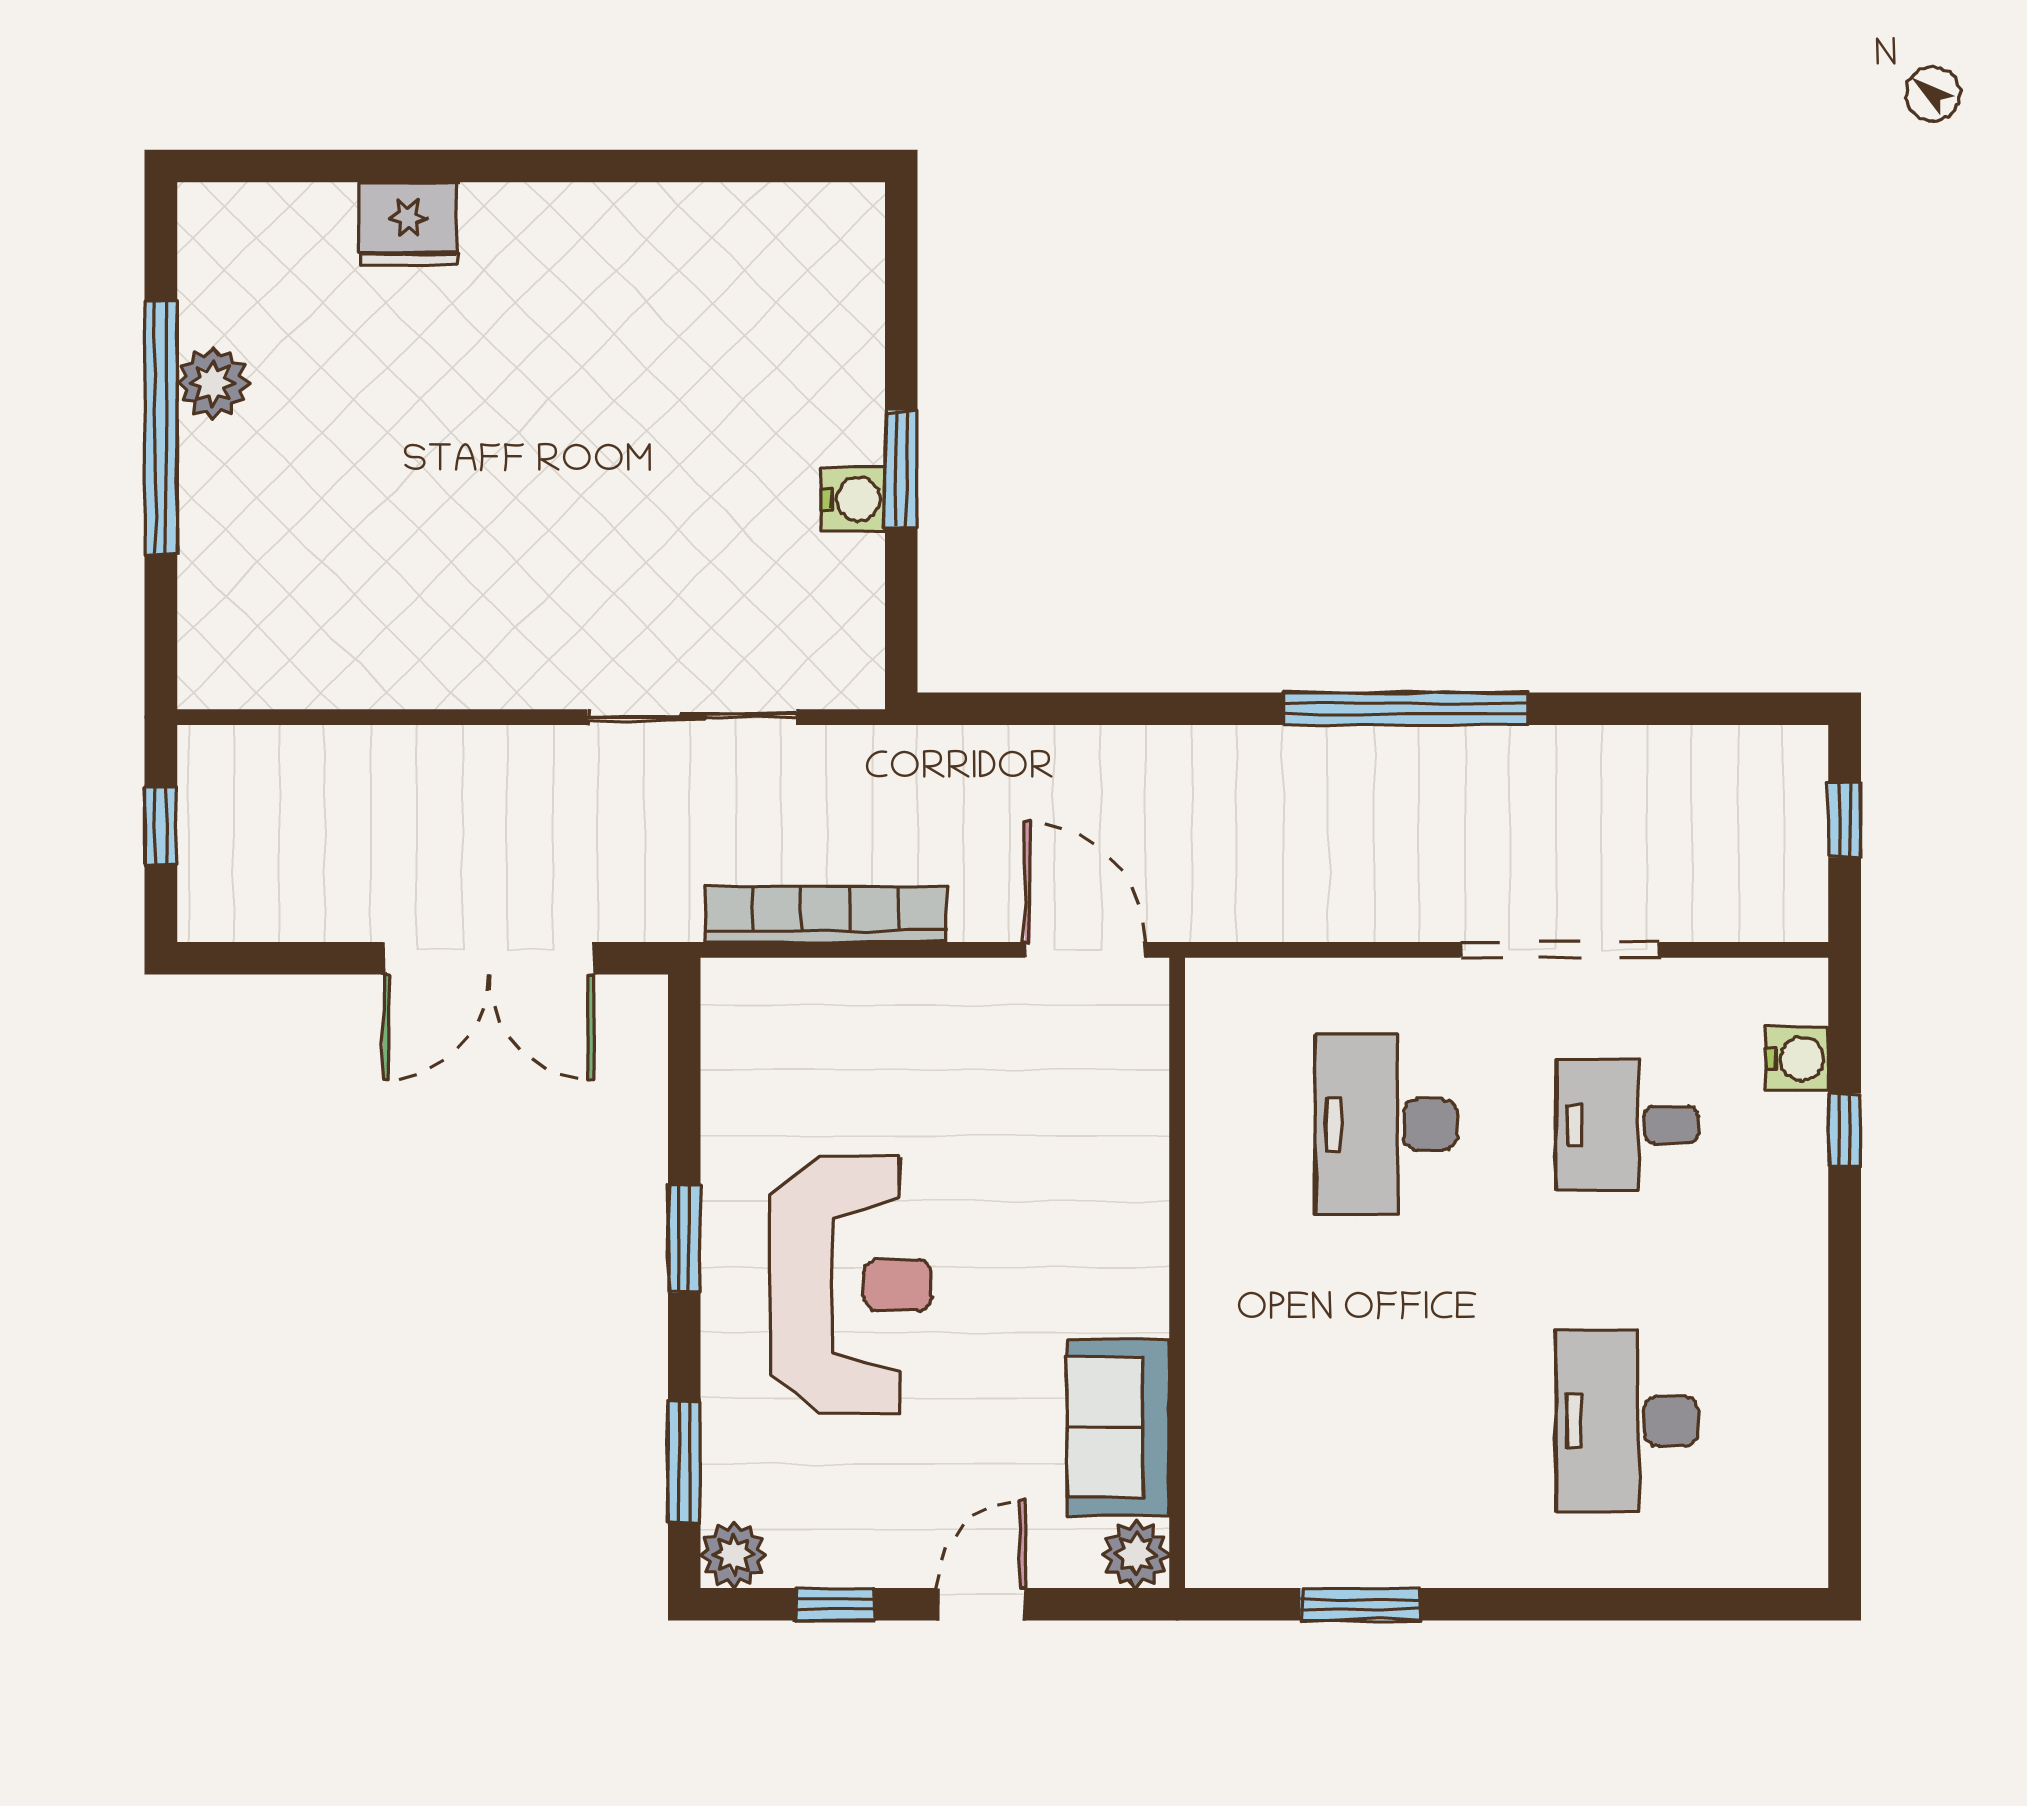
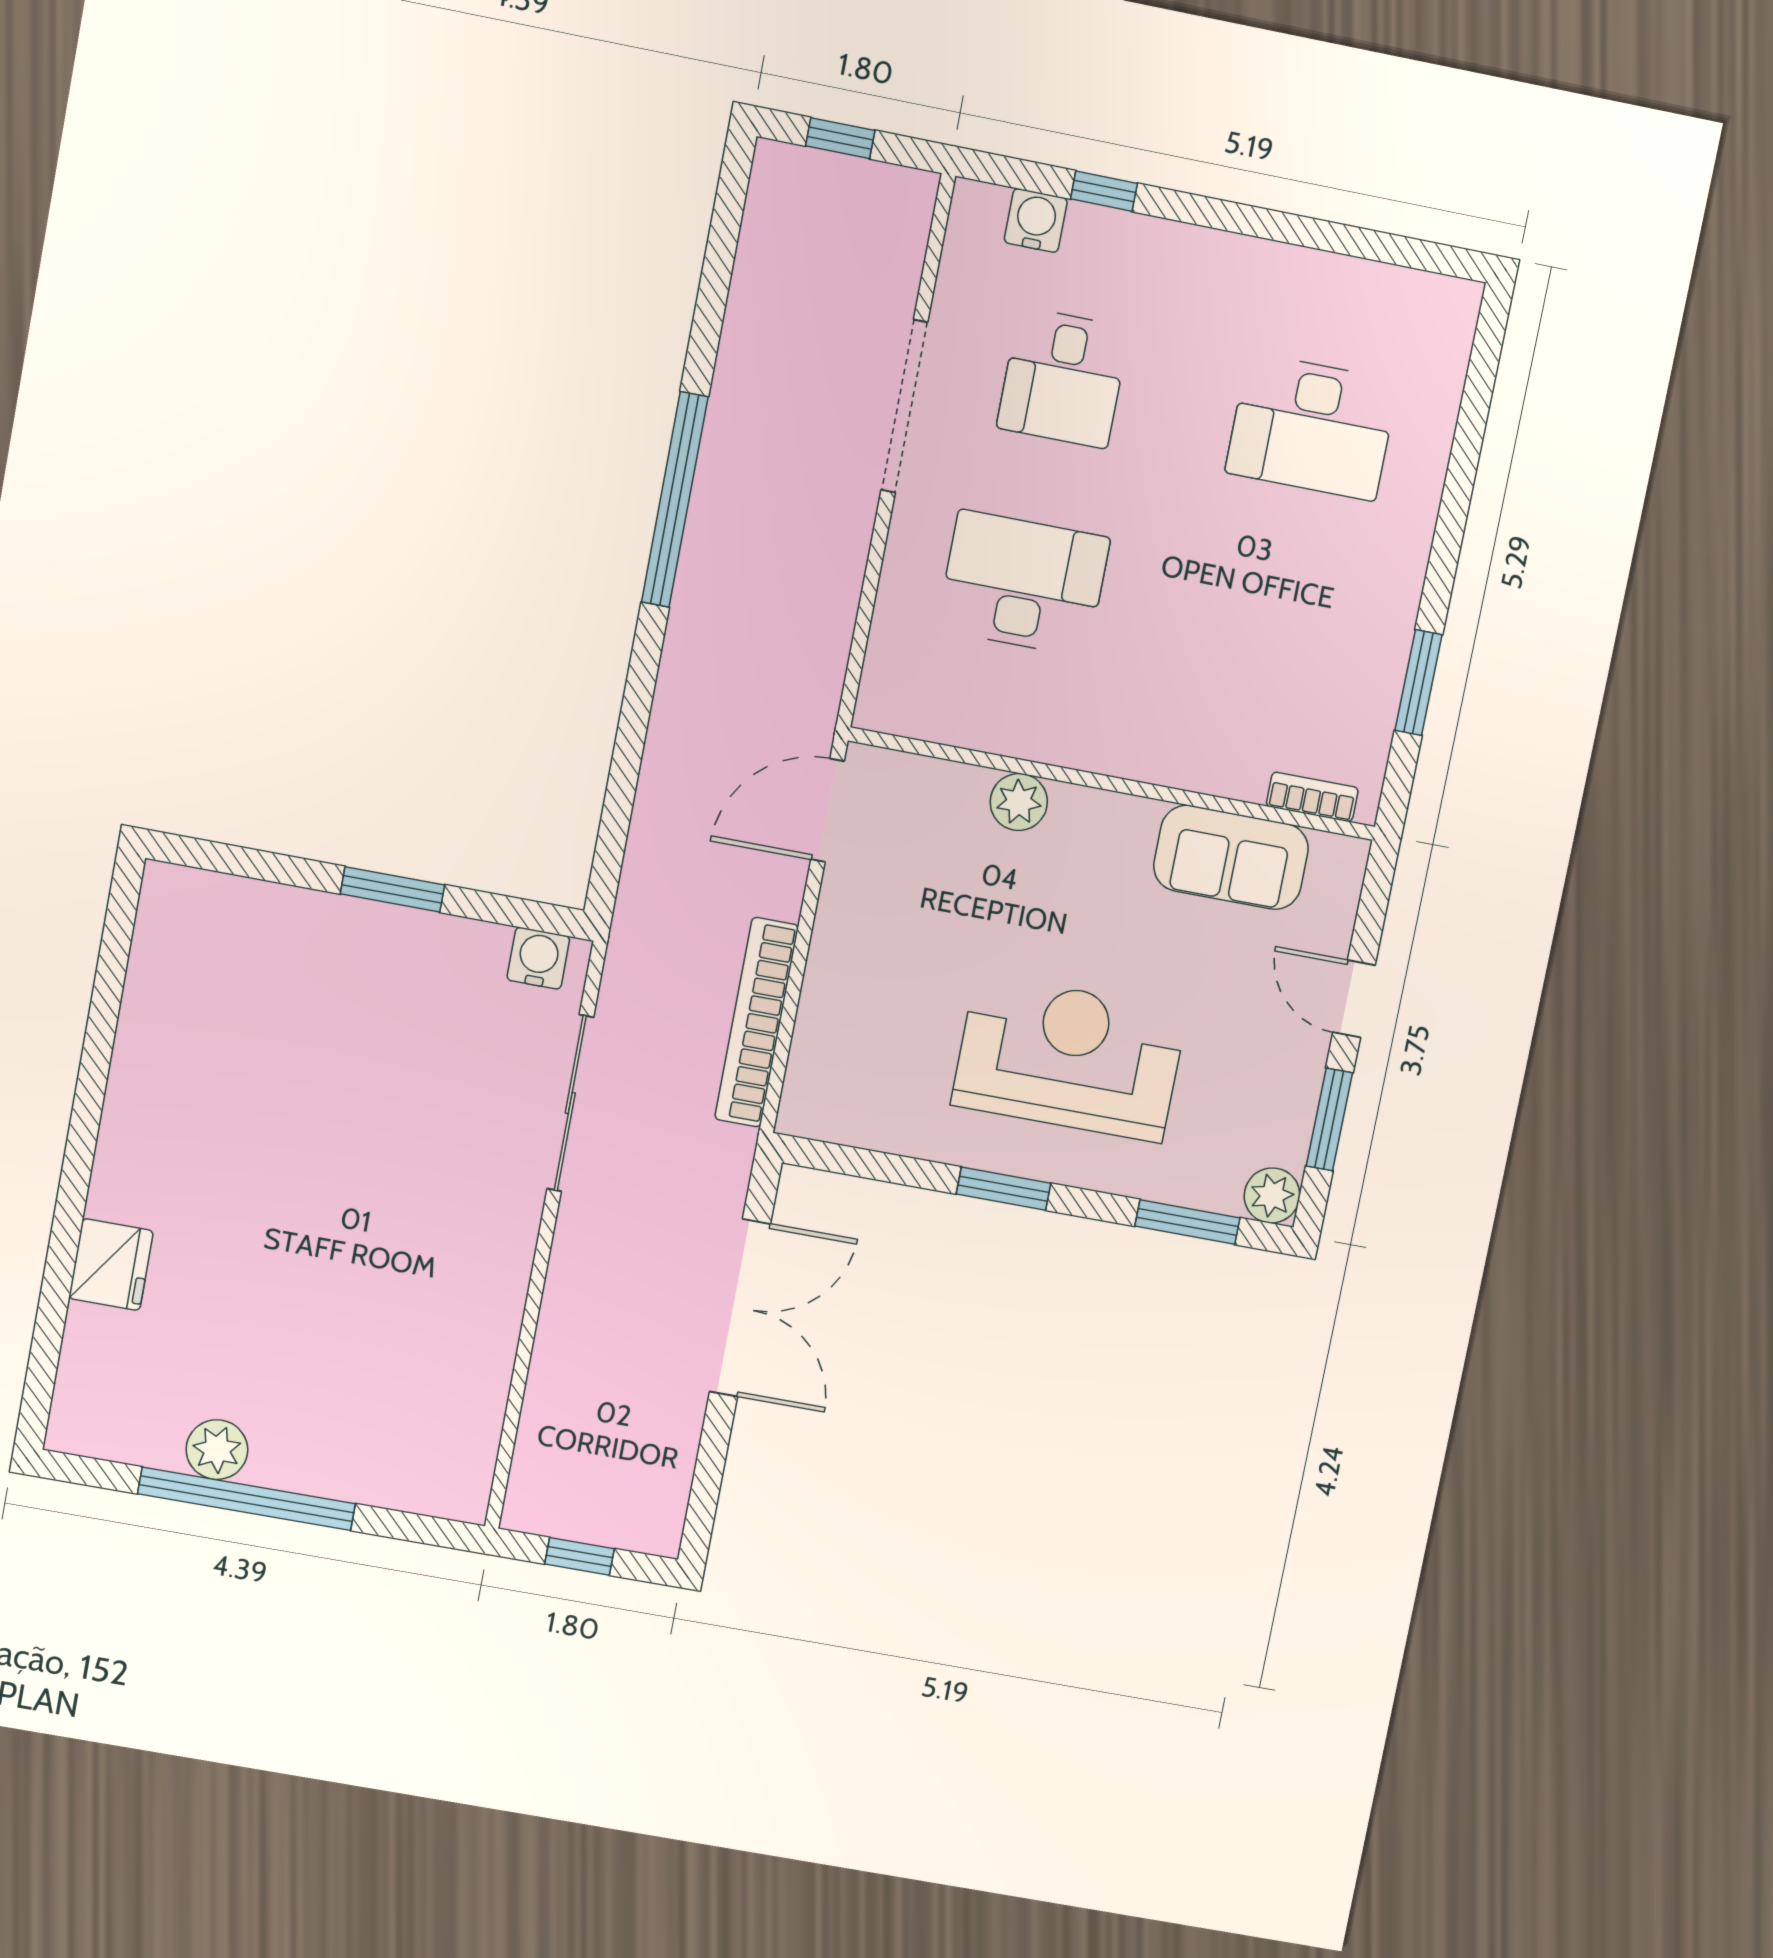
water cooler: (853, 499) -> (538, 958), moved
desk: (1386, 1125) -> (1023, 583), turned 180
bookcase: (1206, 1508) -> (1312, 797), added
plant: (1136, 1554) -> (1019, 802), moved
window: (835, 1604) -> (1329, 1119), width x1.50

